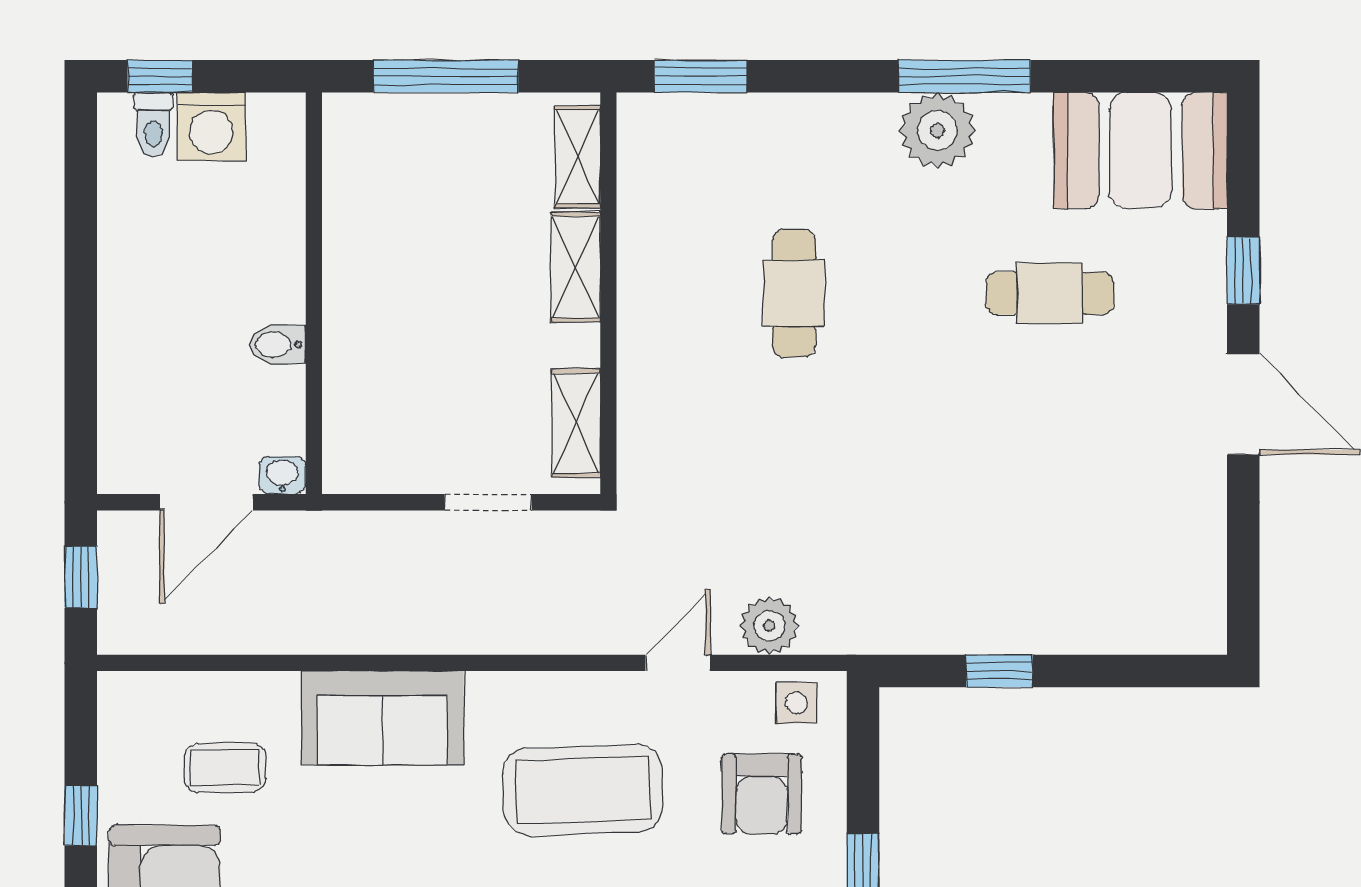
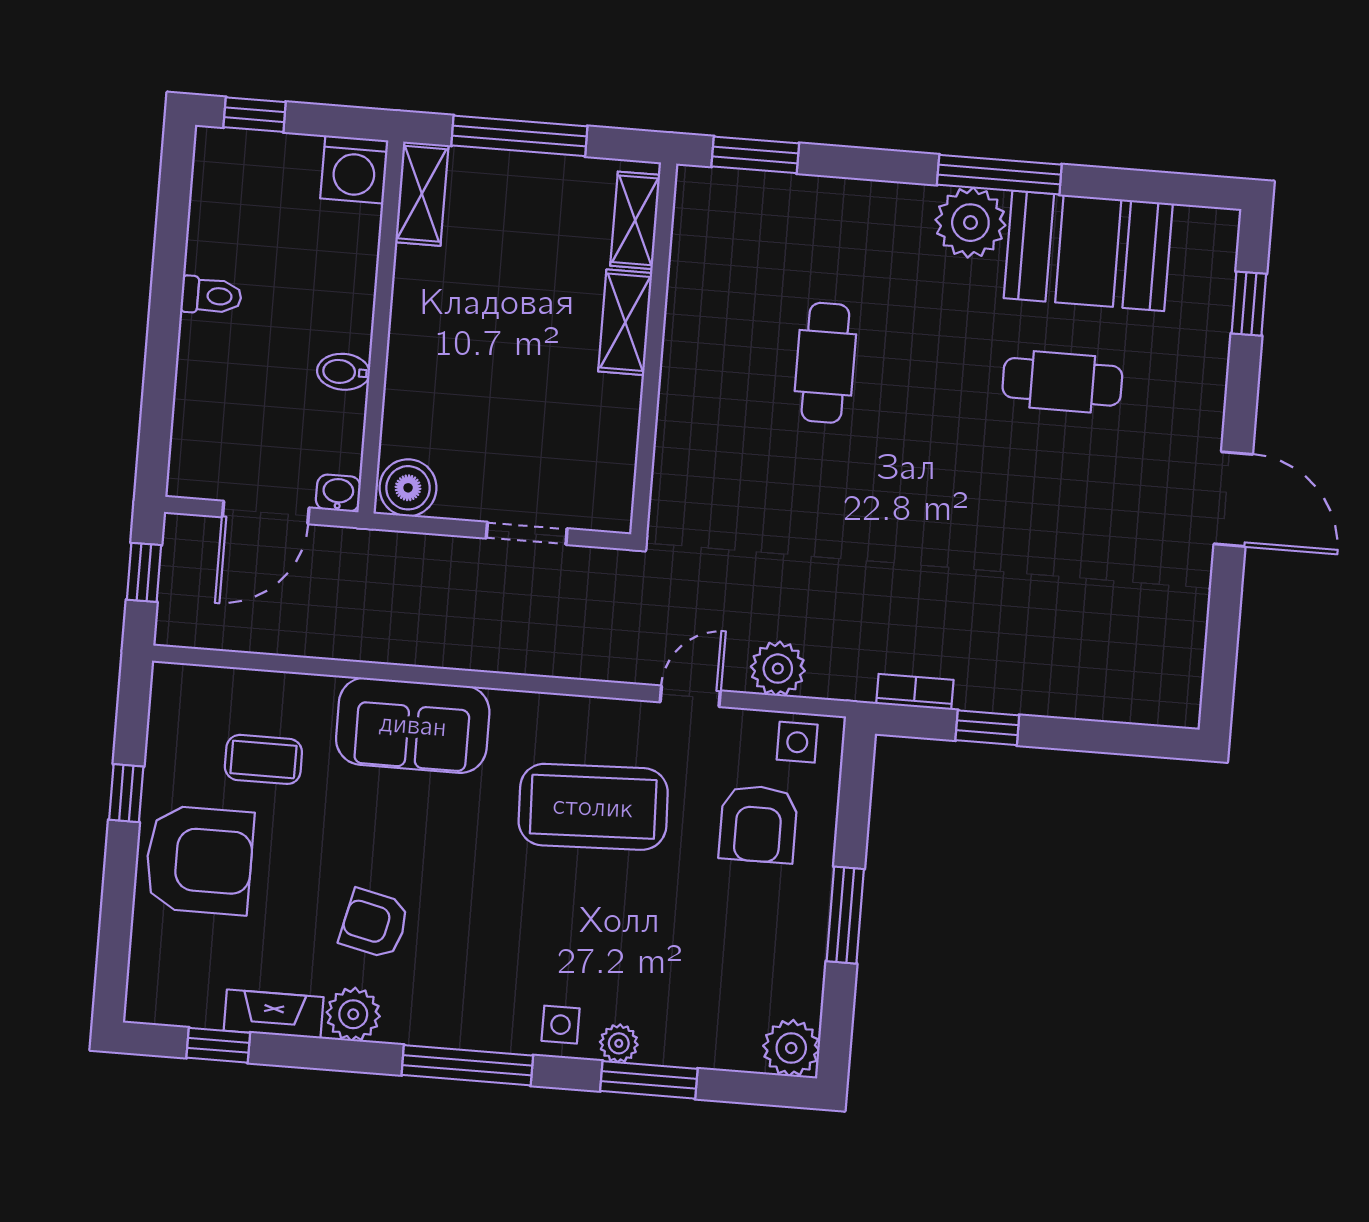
toilet: (153, 125) -> (211, 296), moved, turned -90
washing machine: (211, 126) -> (354, 169), moved
booth: (1141, 151) -> (1088, 251), moved
window: (1243, 271) -> (1249, 304), moved
shelving: (576, 423) -> (422, 194), moved
boiler: (357, 464) -> (408, 488), added
bookcase: (918, 639) -> (915, 692), added

